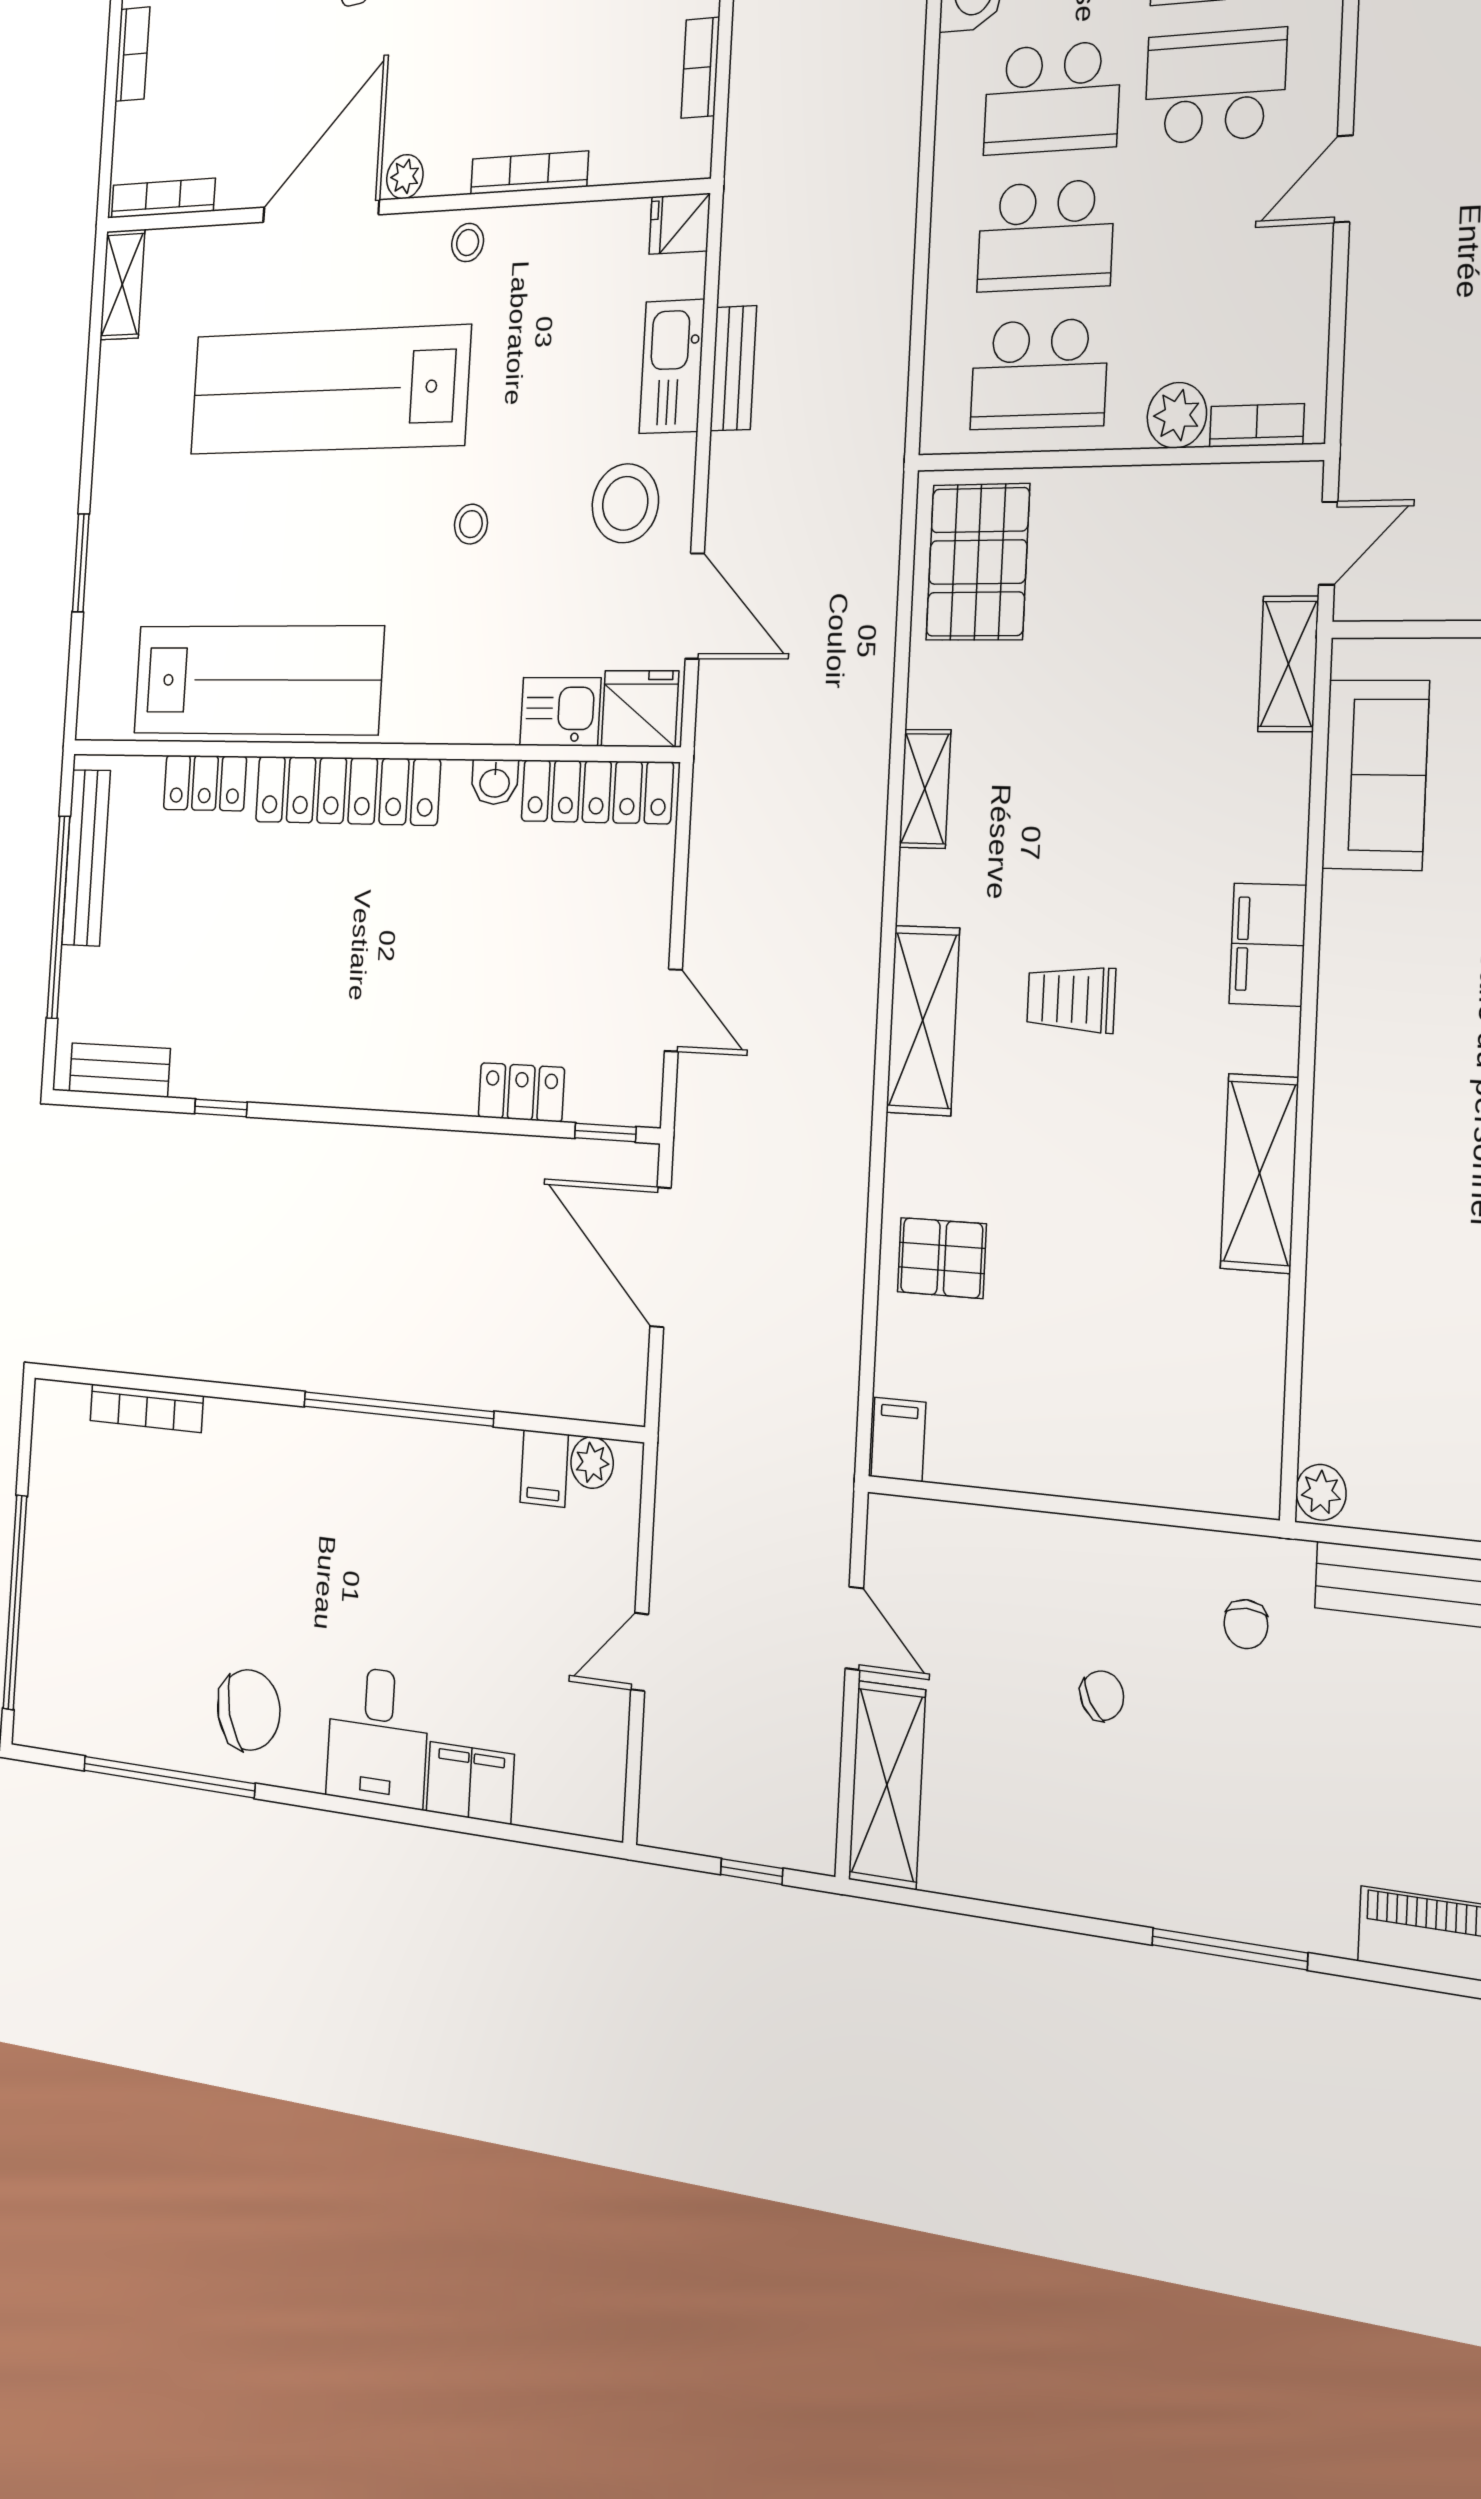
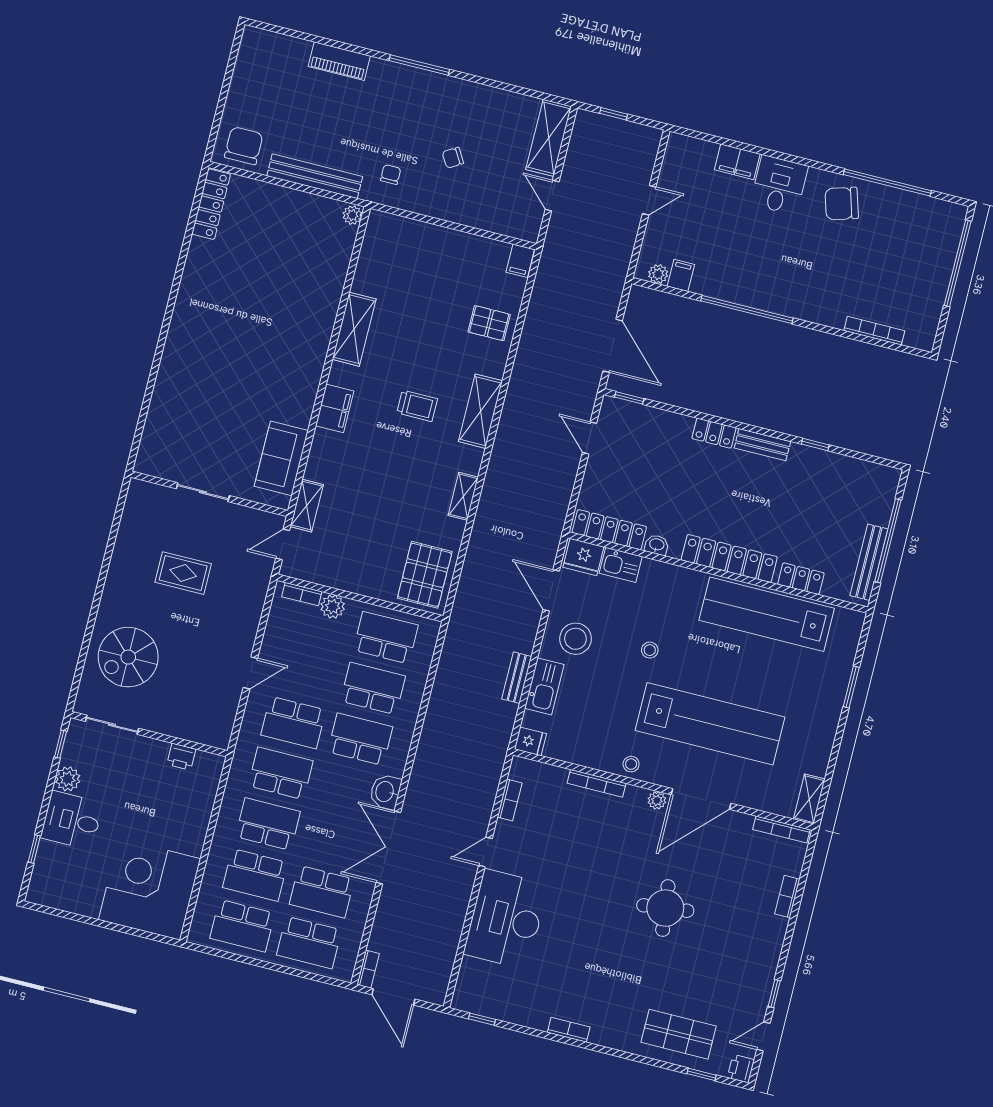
bench: (120, 1070) -> (762, 445), moved
locker: (521, 1092) -> (714, 433), moved

